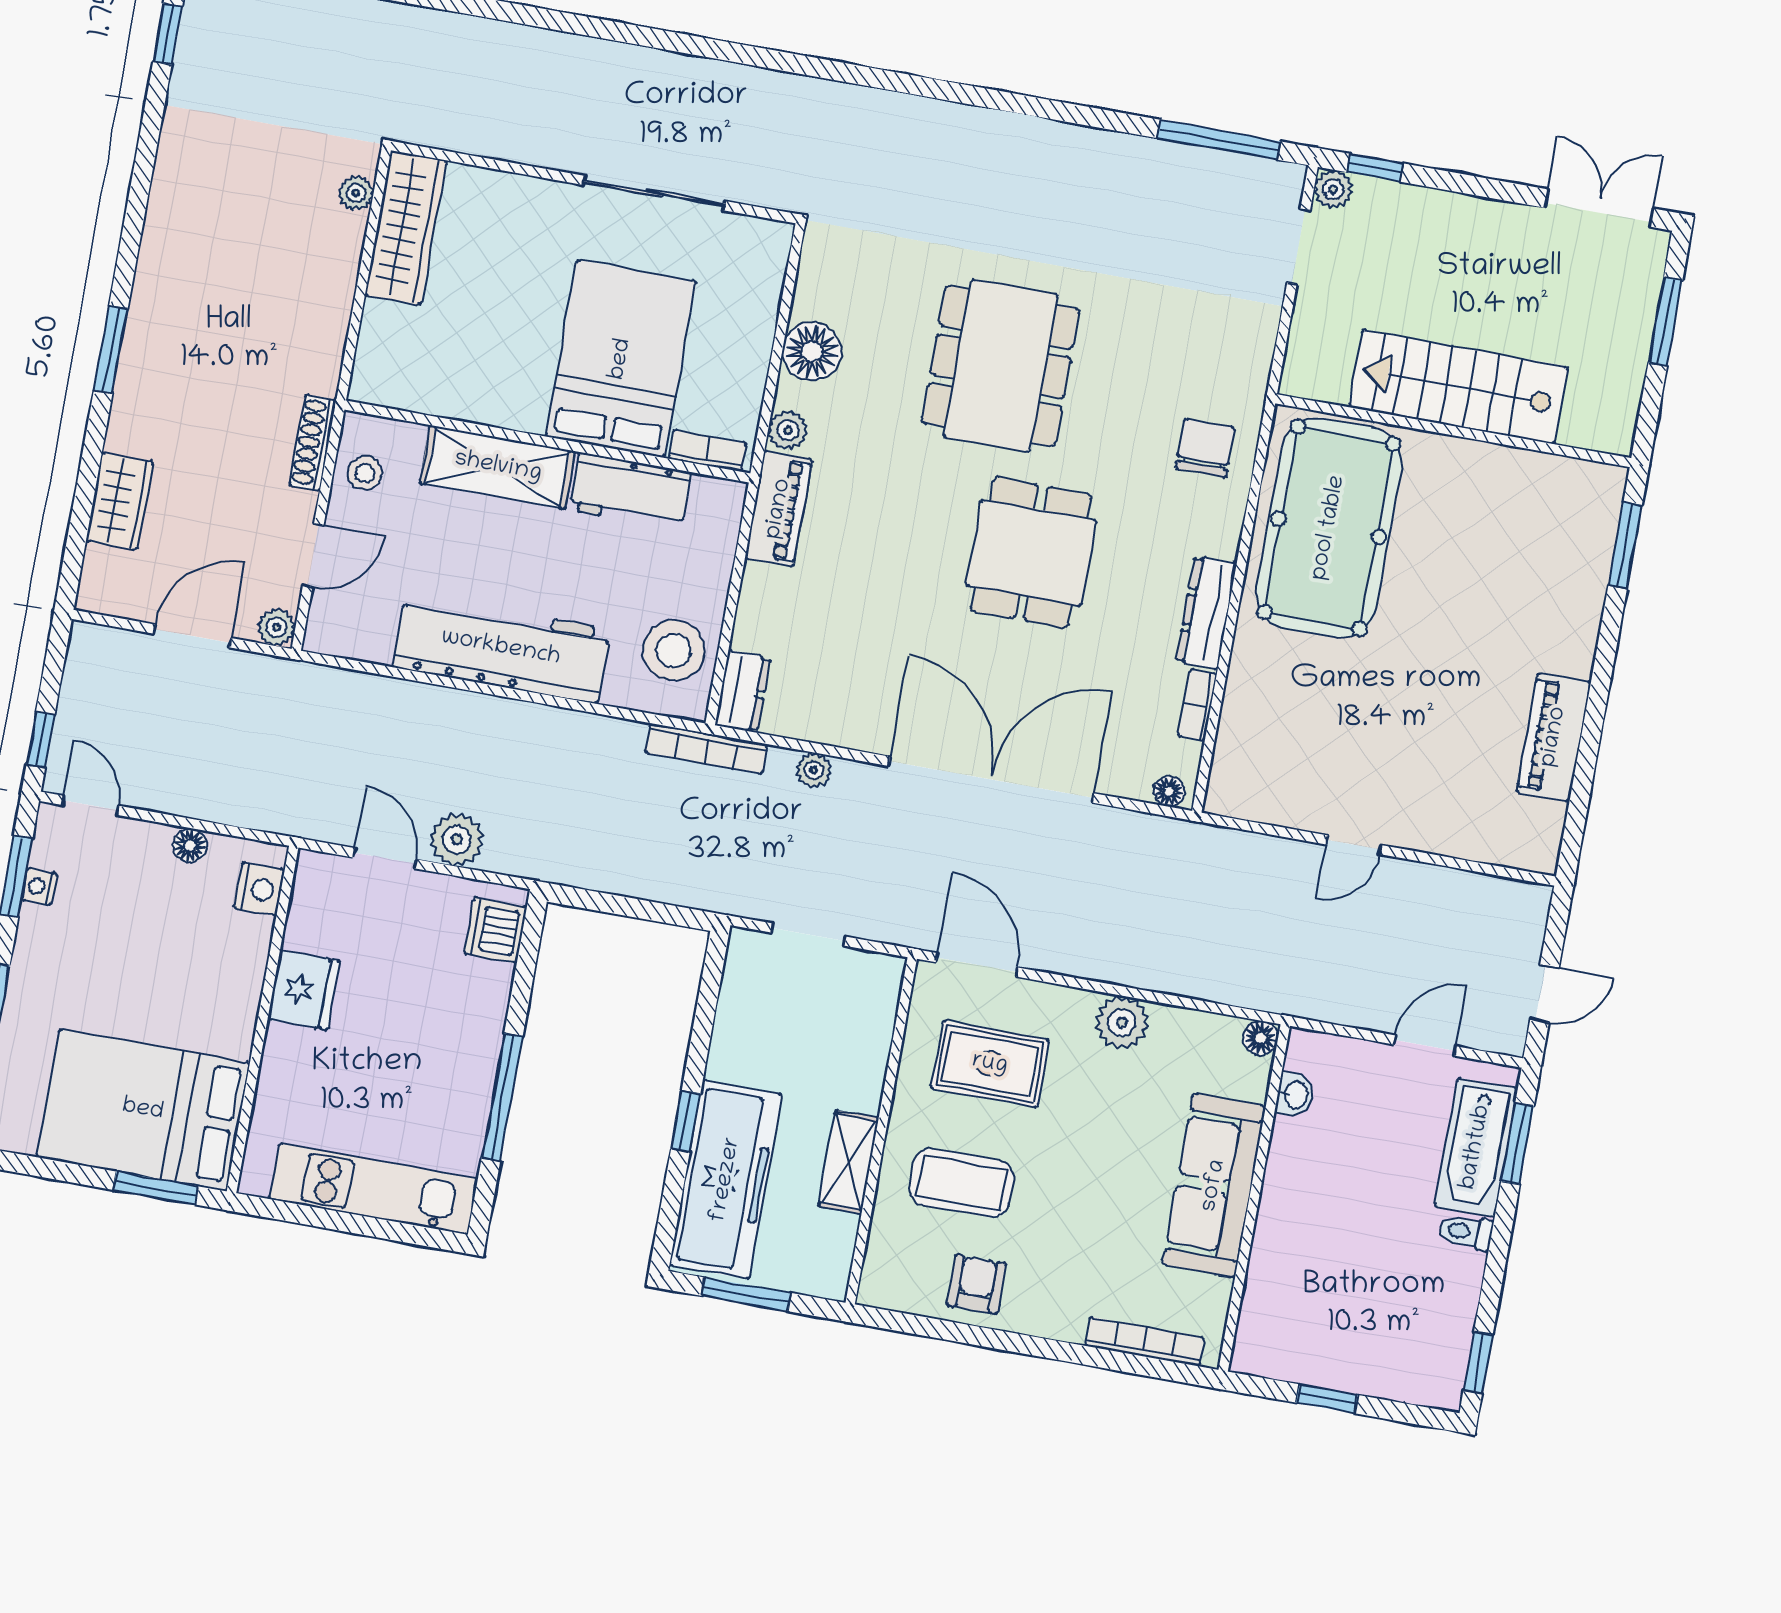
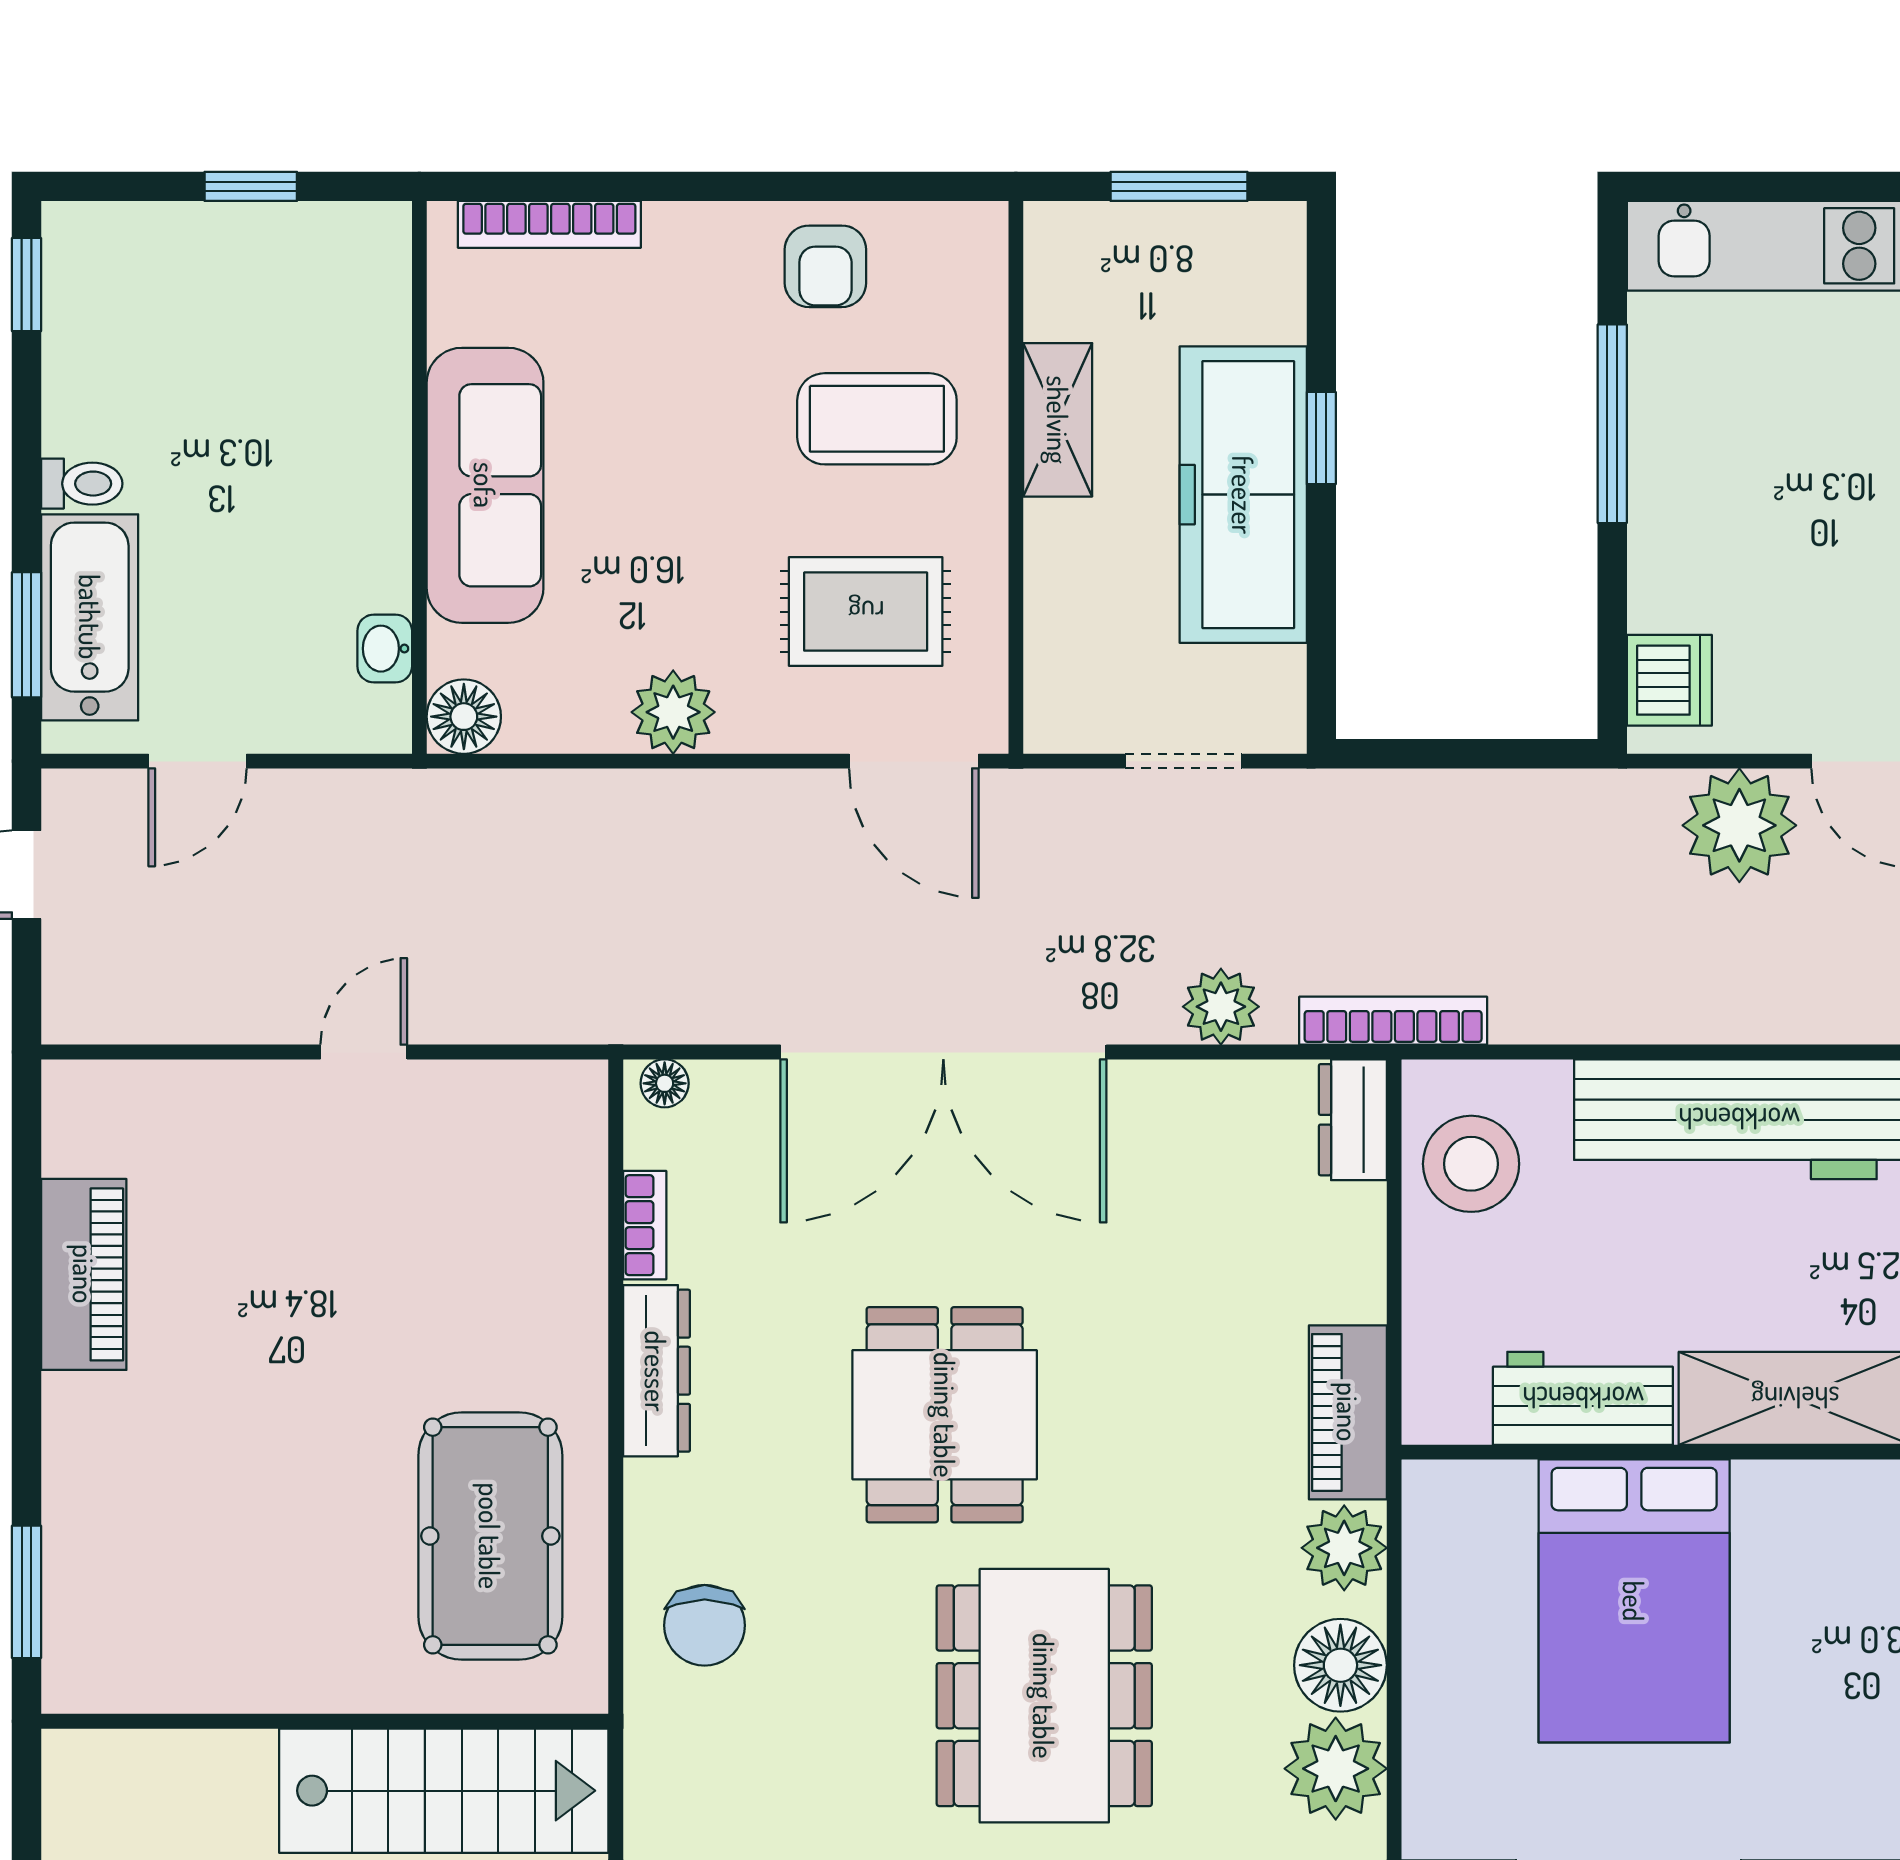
plant: (826, 287) -> (1336, 1769), added
stairs: (1458, 387) -> (444, 1791), moved
plant: (788, 430) -> (1344, 1548), width x1.38, depth x1.38
bookcase: (708, 451) -> (1474, 1483), removed
pool table: (1329, 528) -> (490, 1536), width x0.73, depth x0.76
plant: (814, 770) -> (1221, 1007), width x1.38, depth x1.38
plant: (457, 840) -> (1739, 825), width x1.36, depth x1.36
floor lamp: (1261, 1038) -> (464, 717), width x1.37, depth x1.37
freezer: (726, 1180) -> (1243, 495), moved

